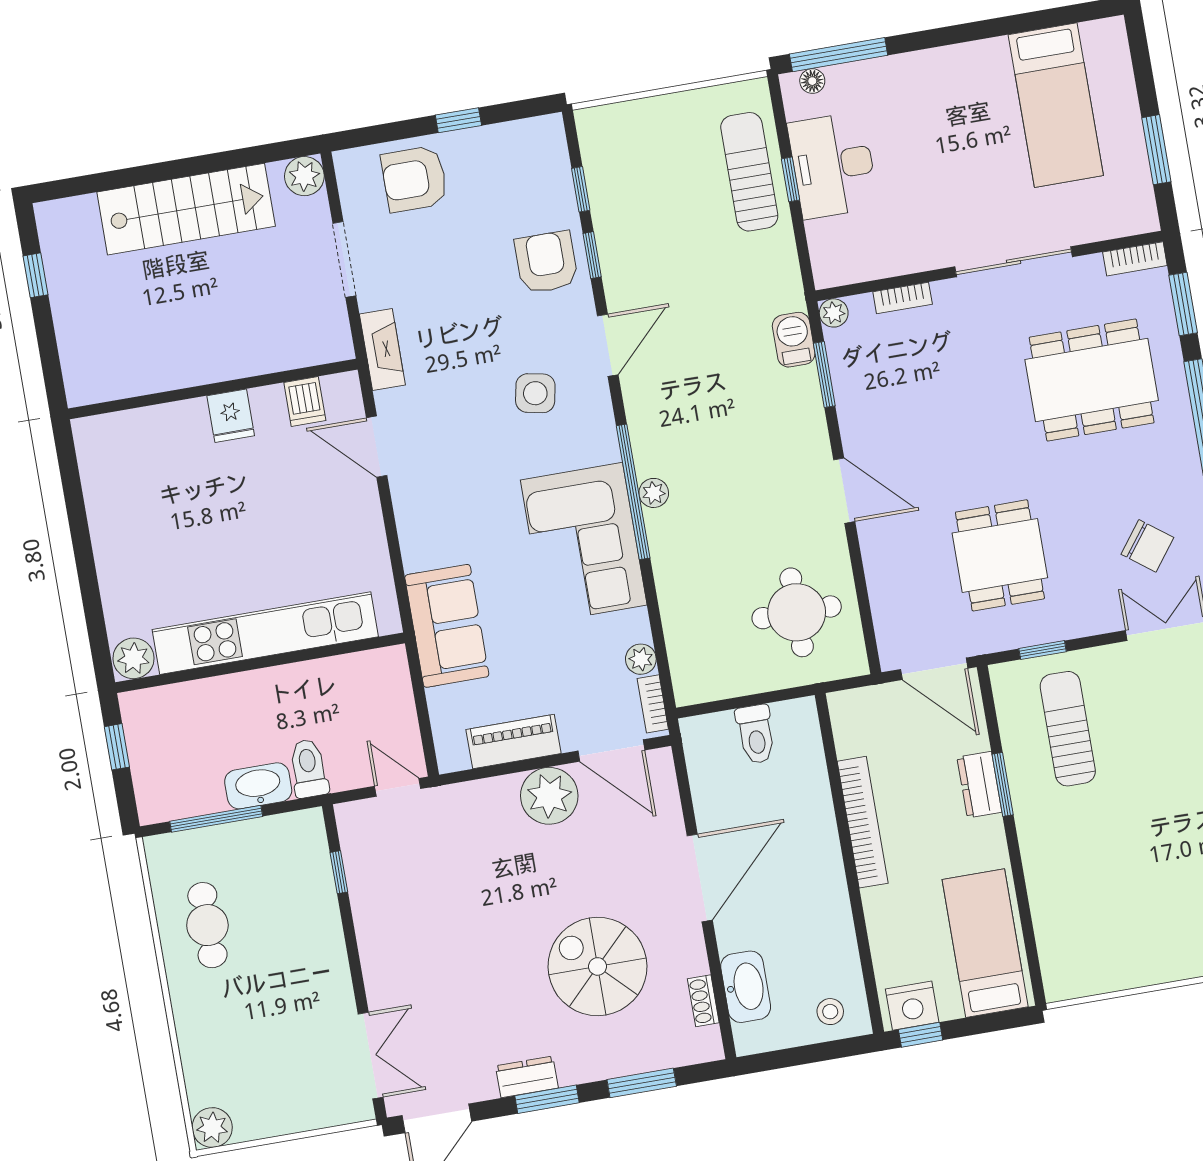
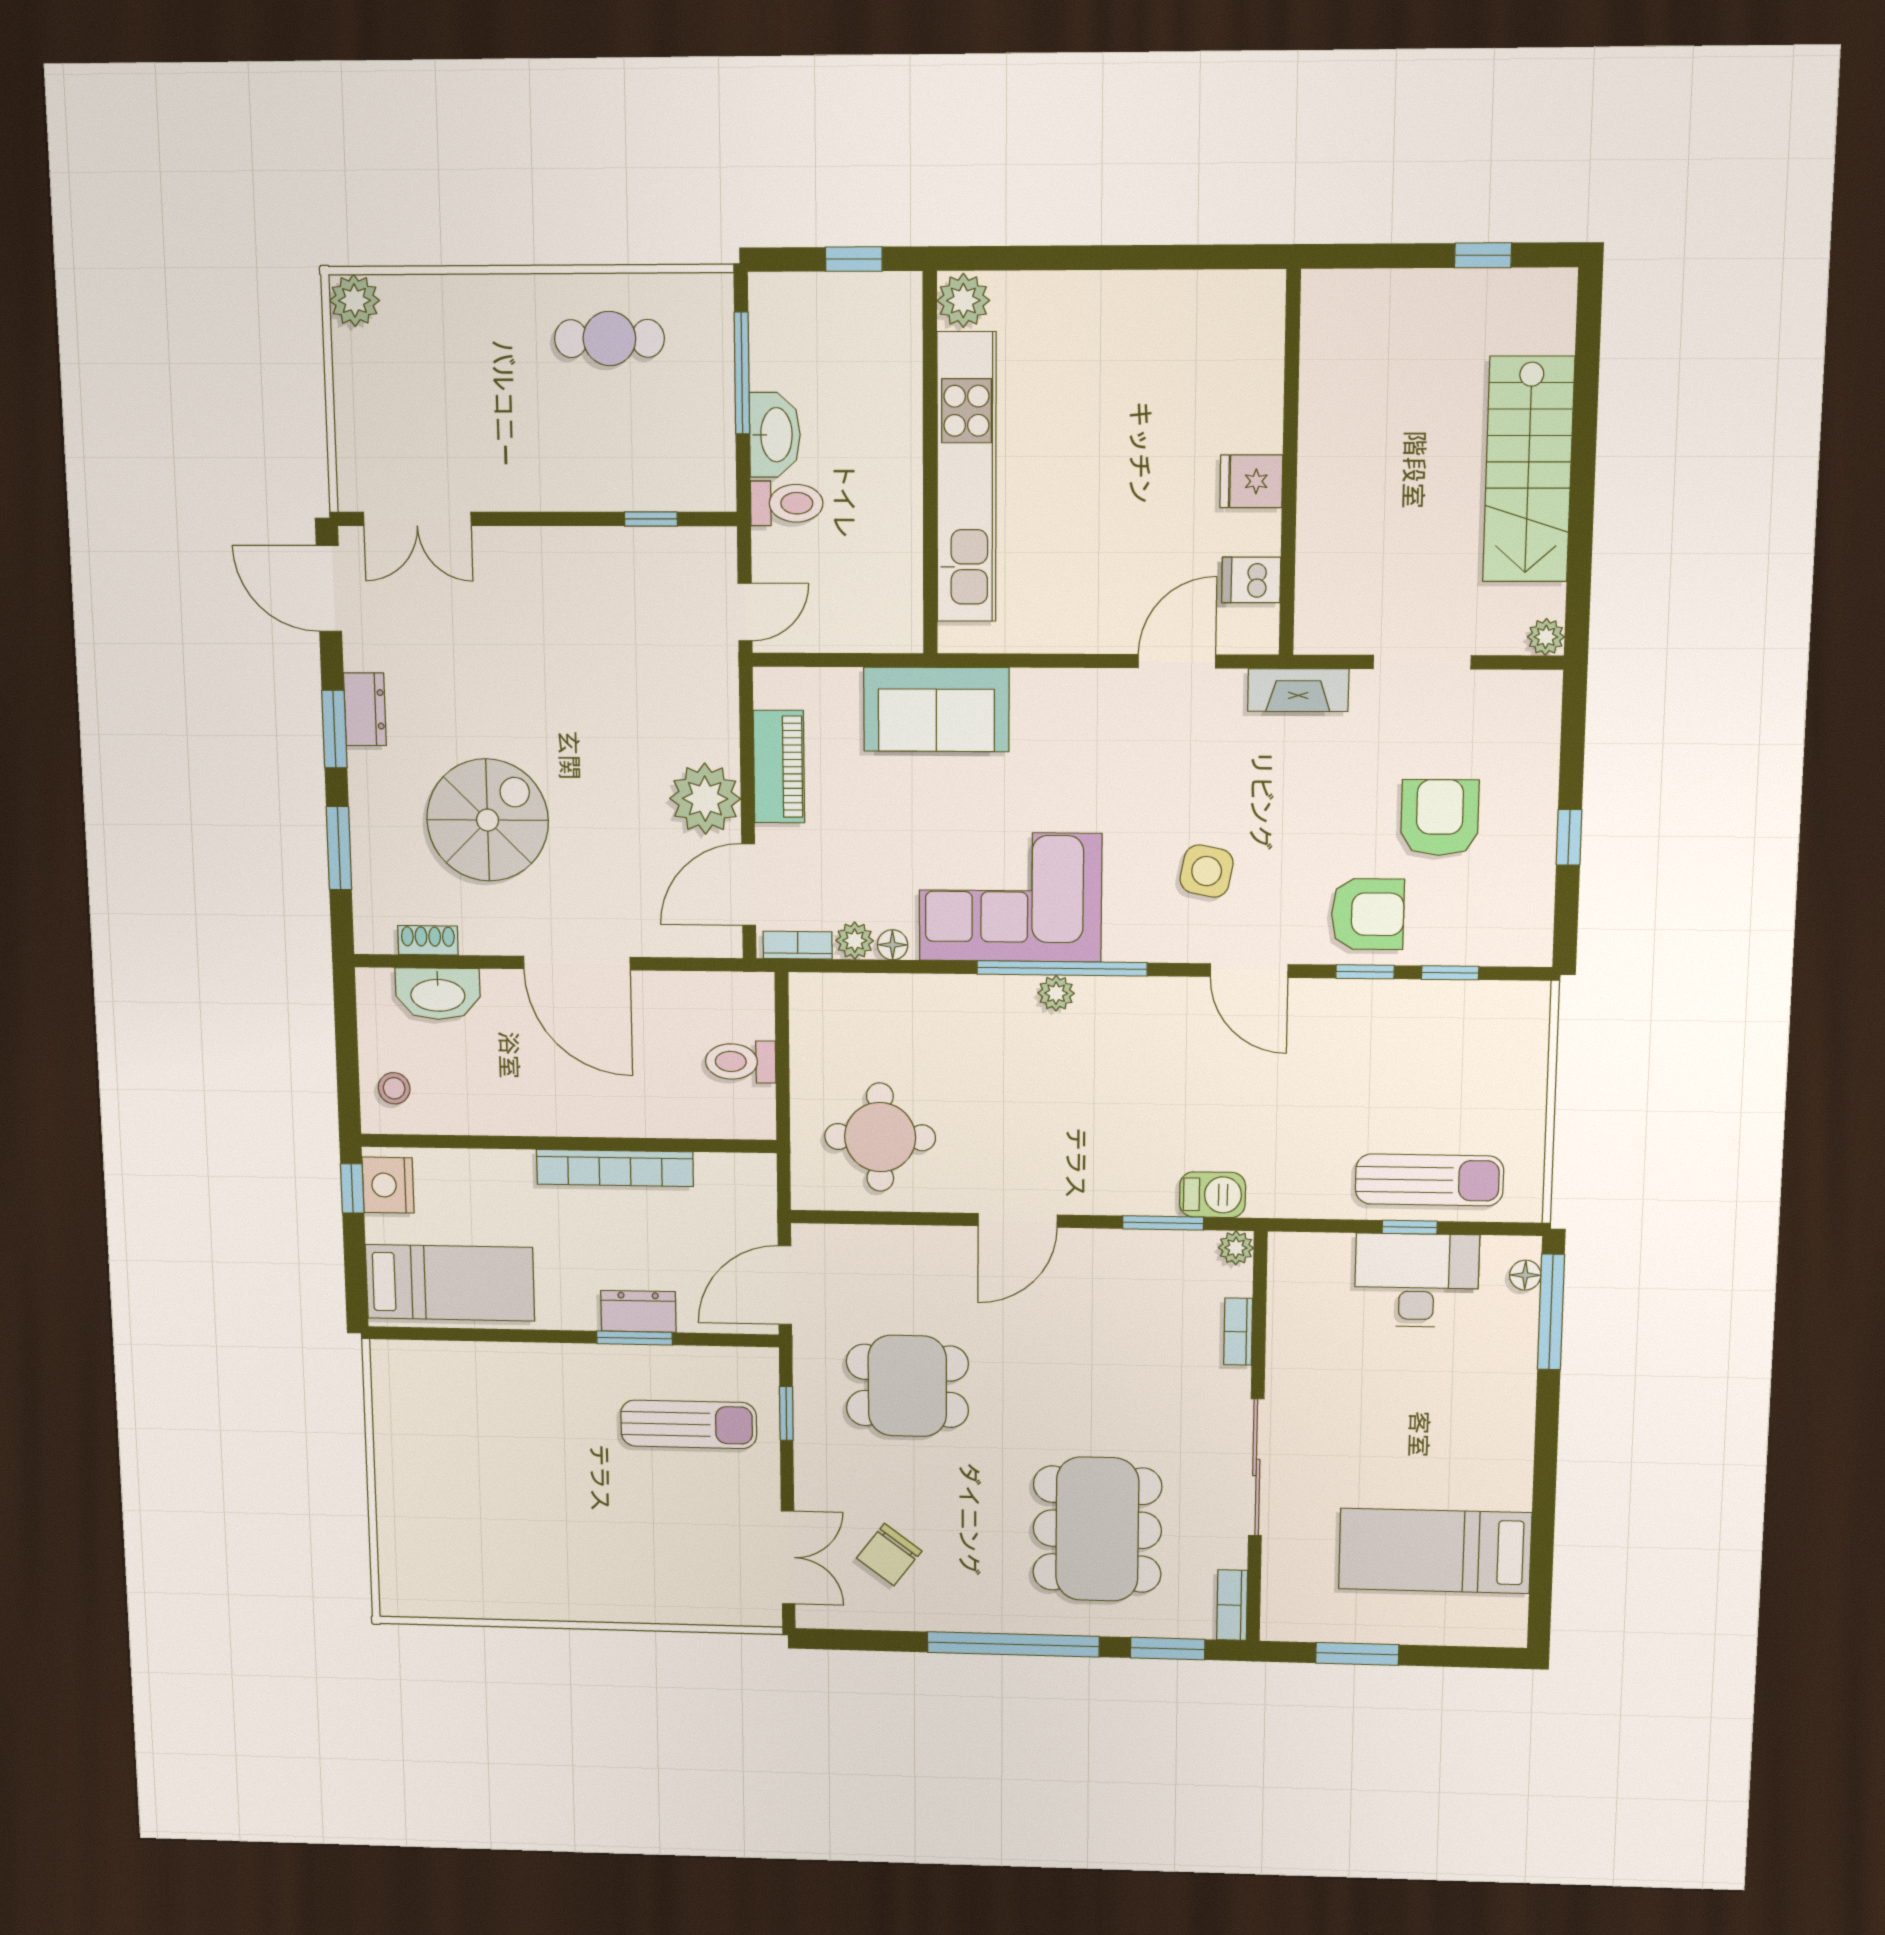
plant: (304, 176) -> (1546, 637), width x0.73, depth x0.73
armchair: (414, 179) -> (1440, 818), moved
floor lamp: (639, 629) -> (893, 945), added

